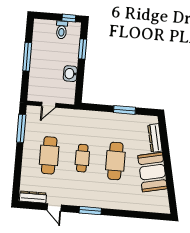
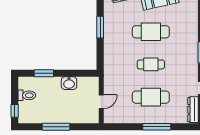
window: (69, 18) -> (15, 111), moved
door: (49, 105) -> (101, 102), hinge flipped
window: (21, 128) -> (157, 127), moved

